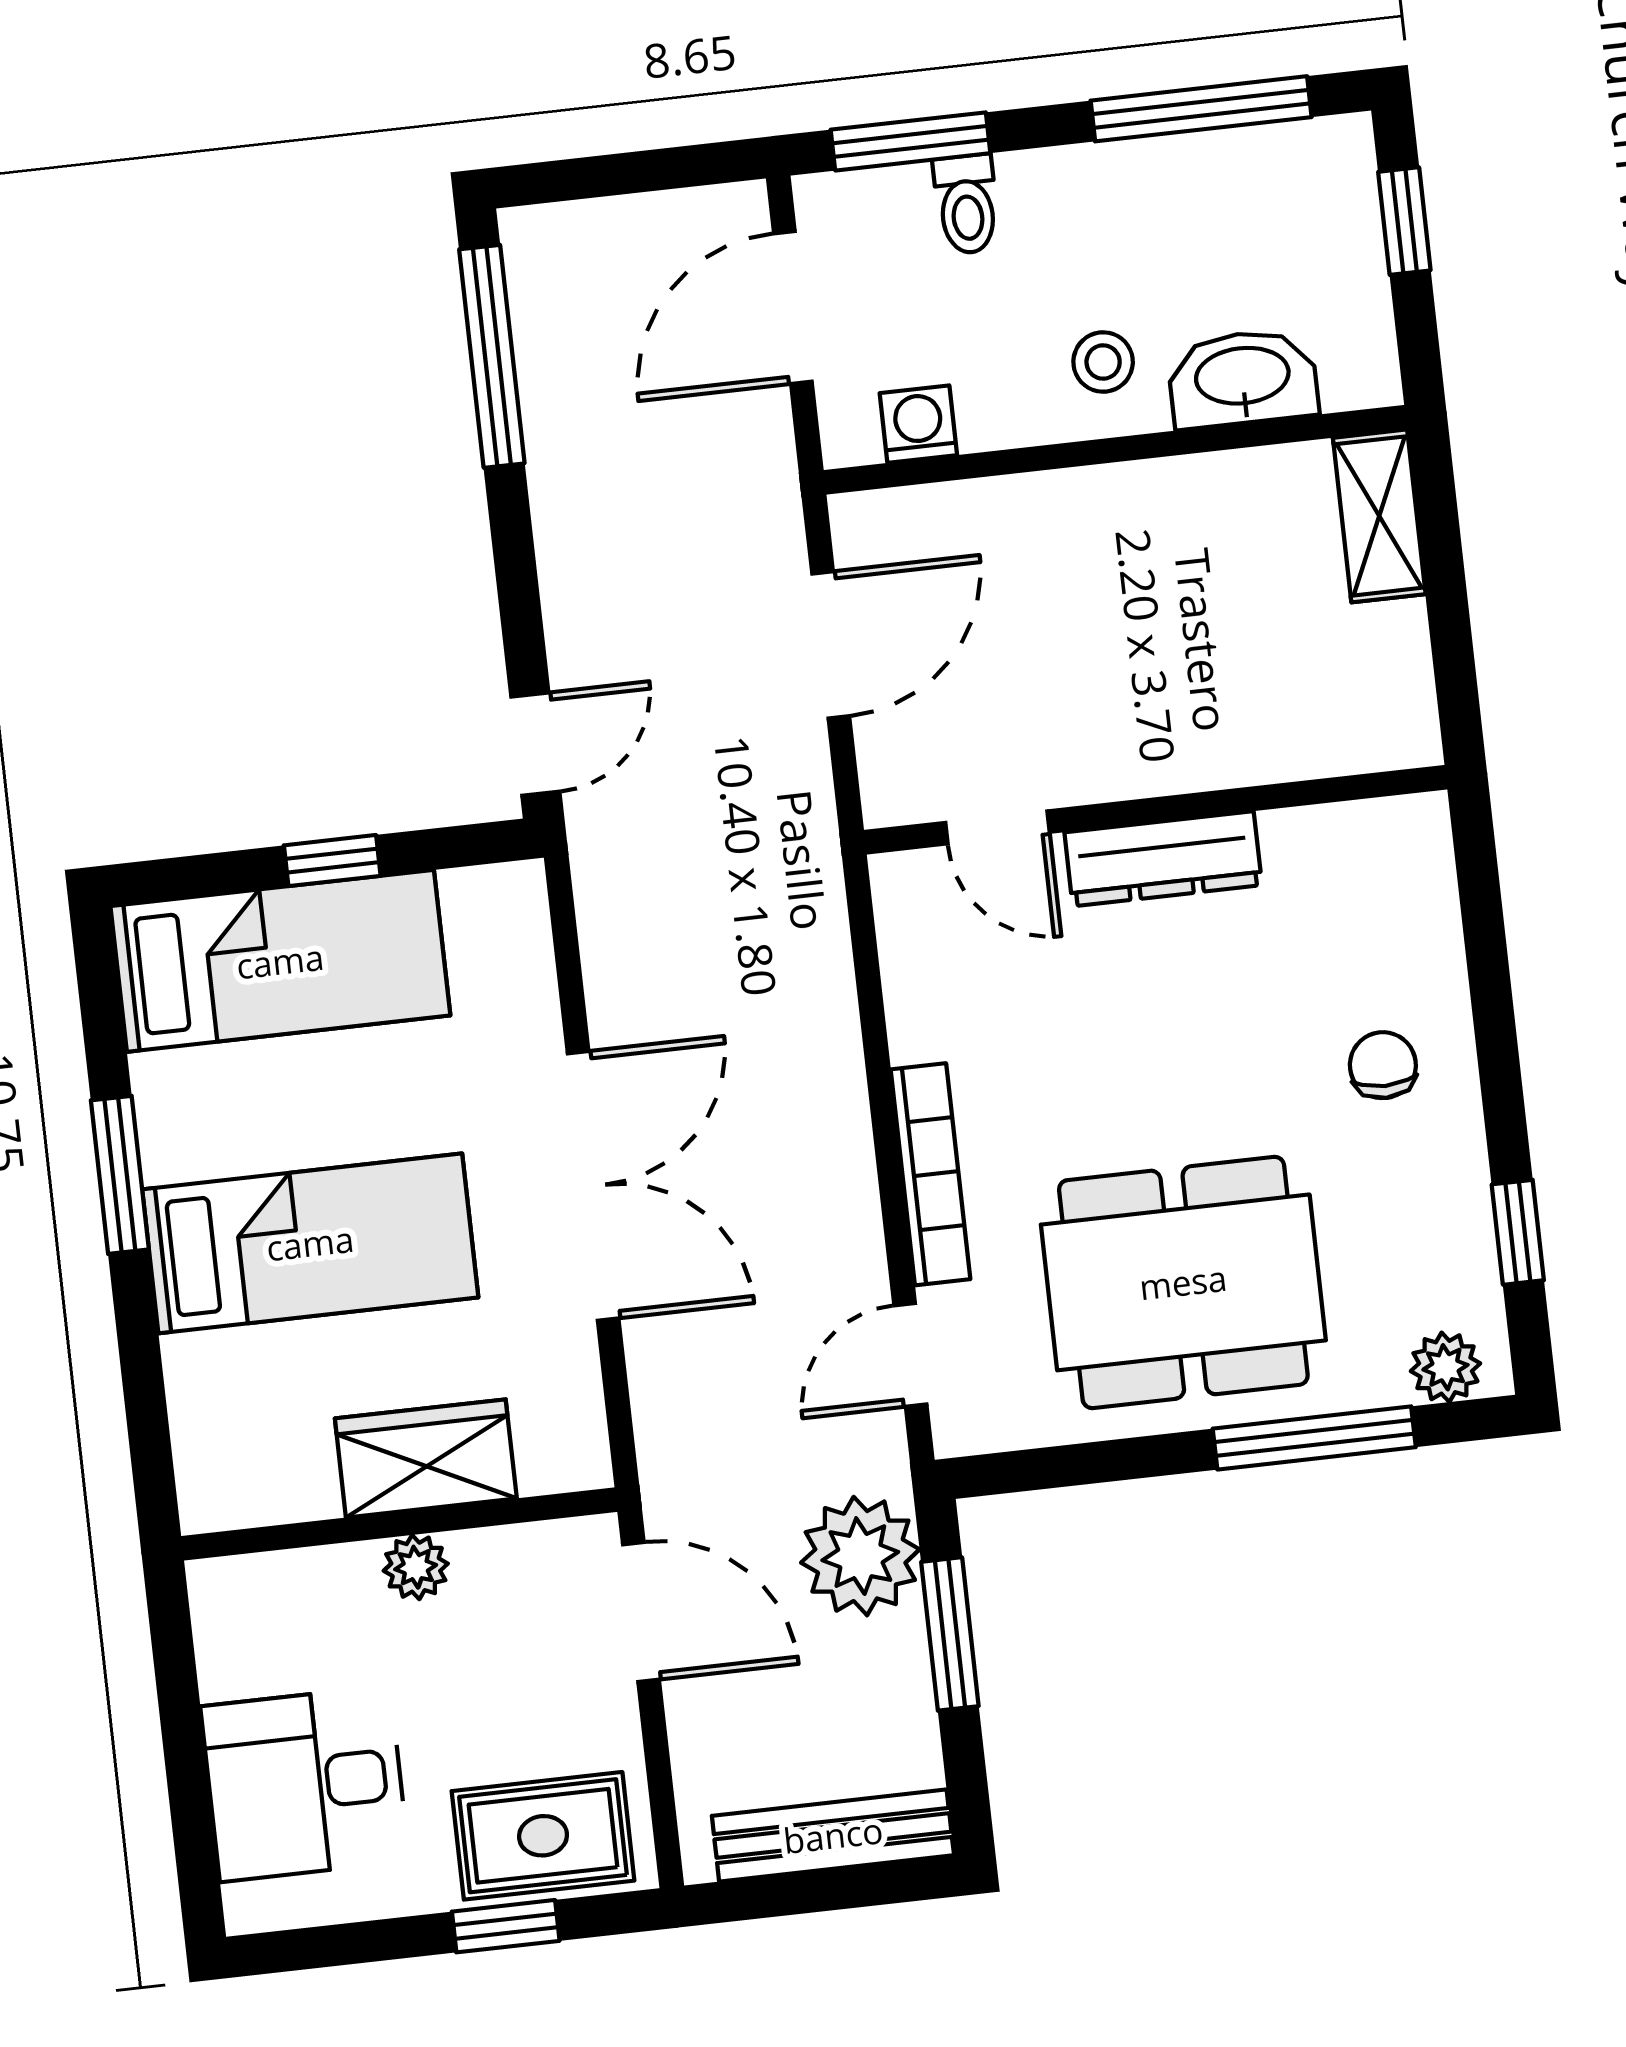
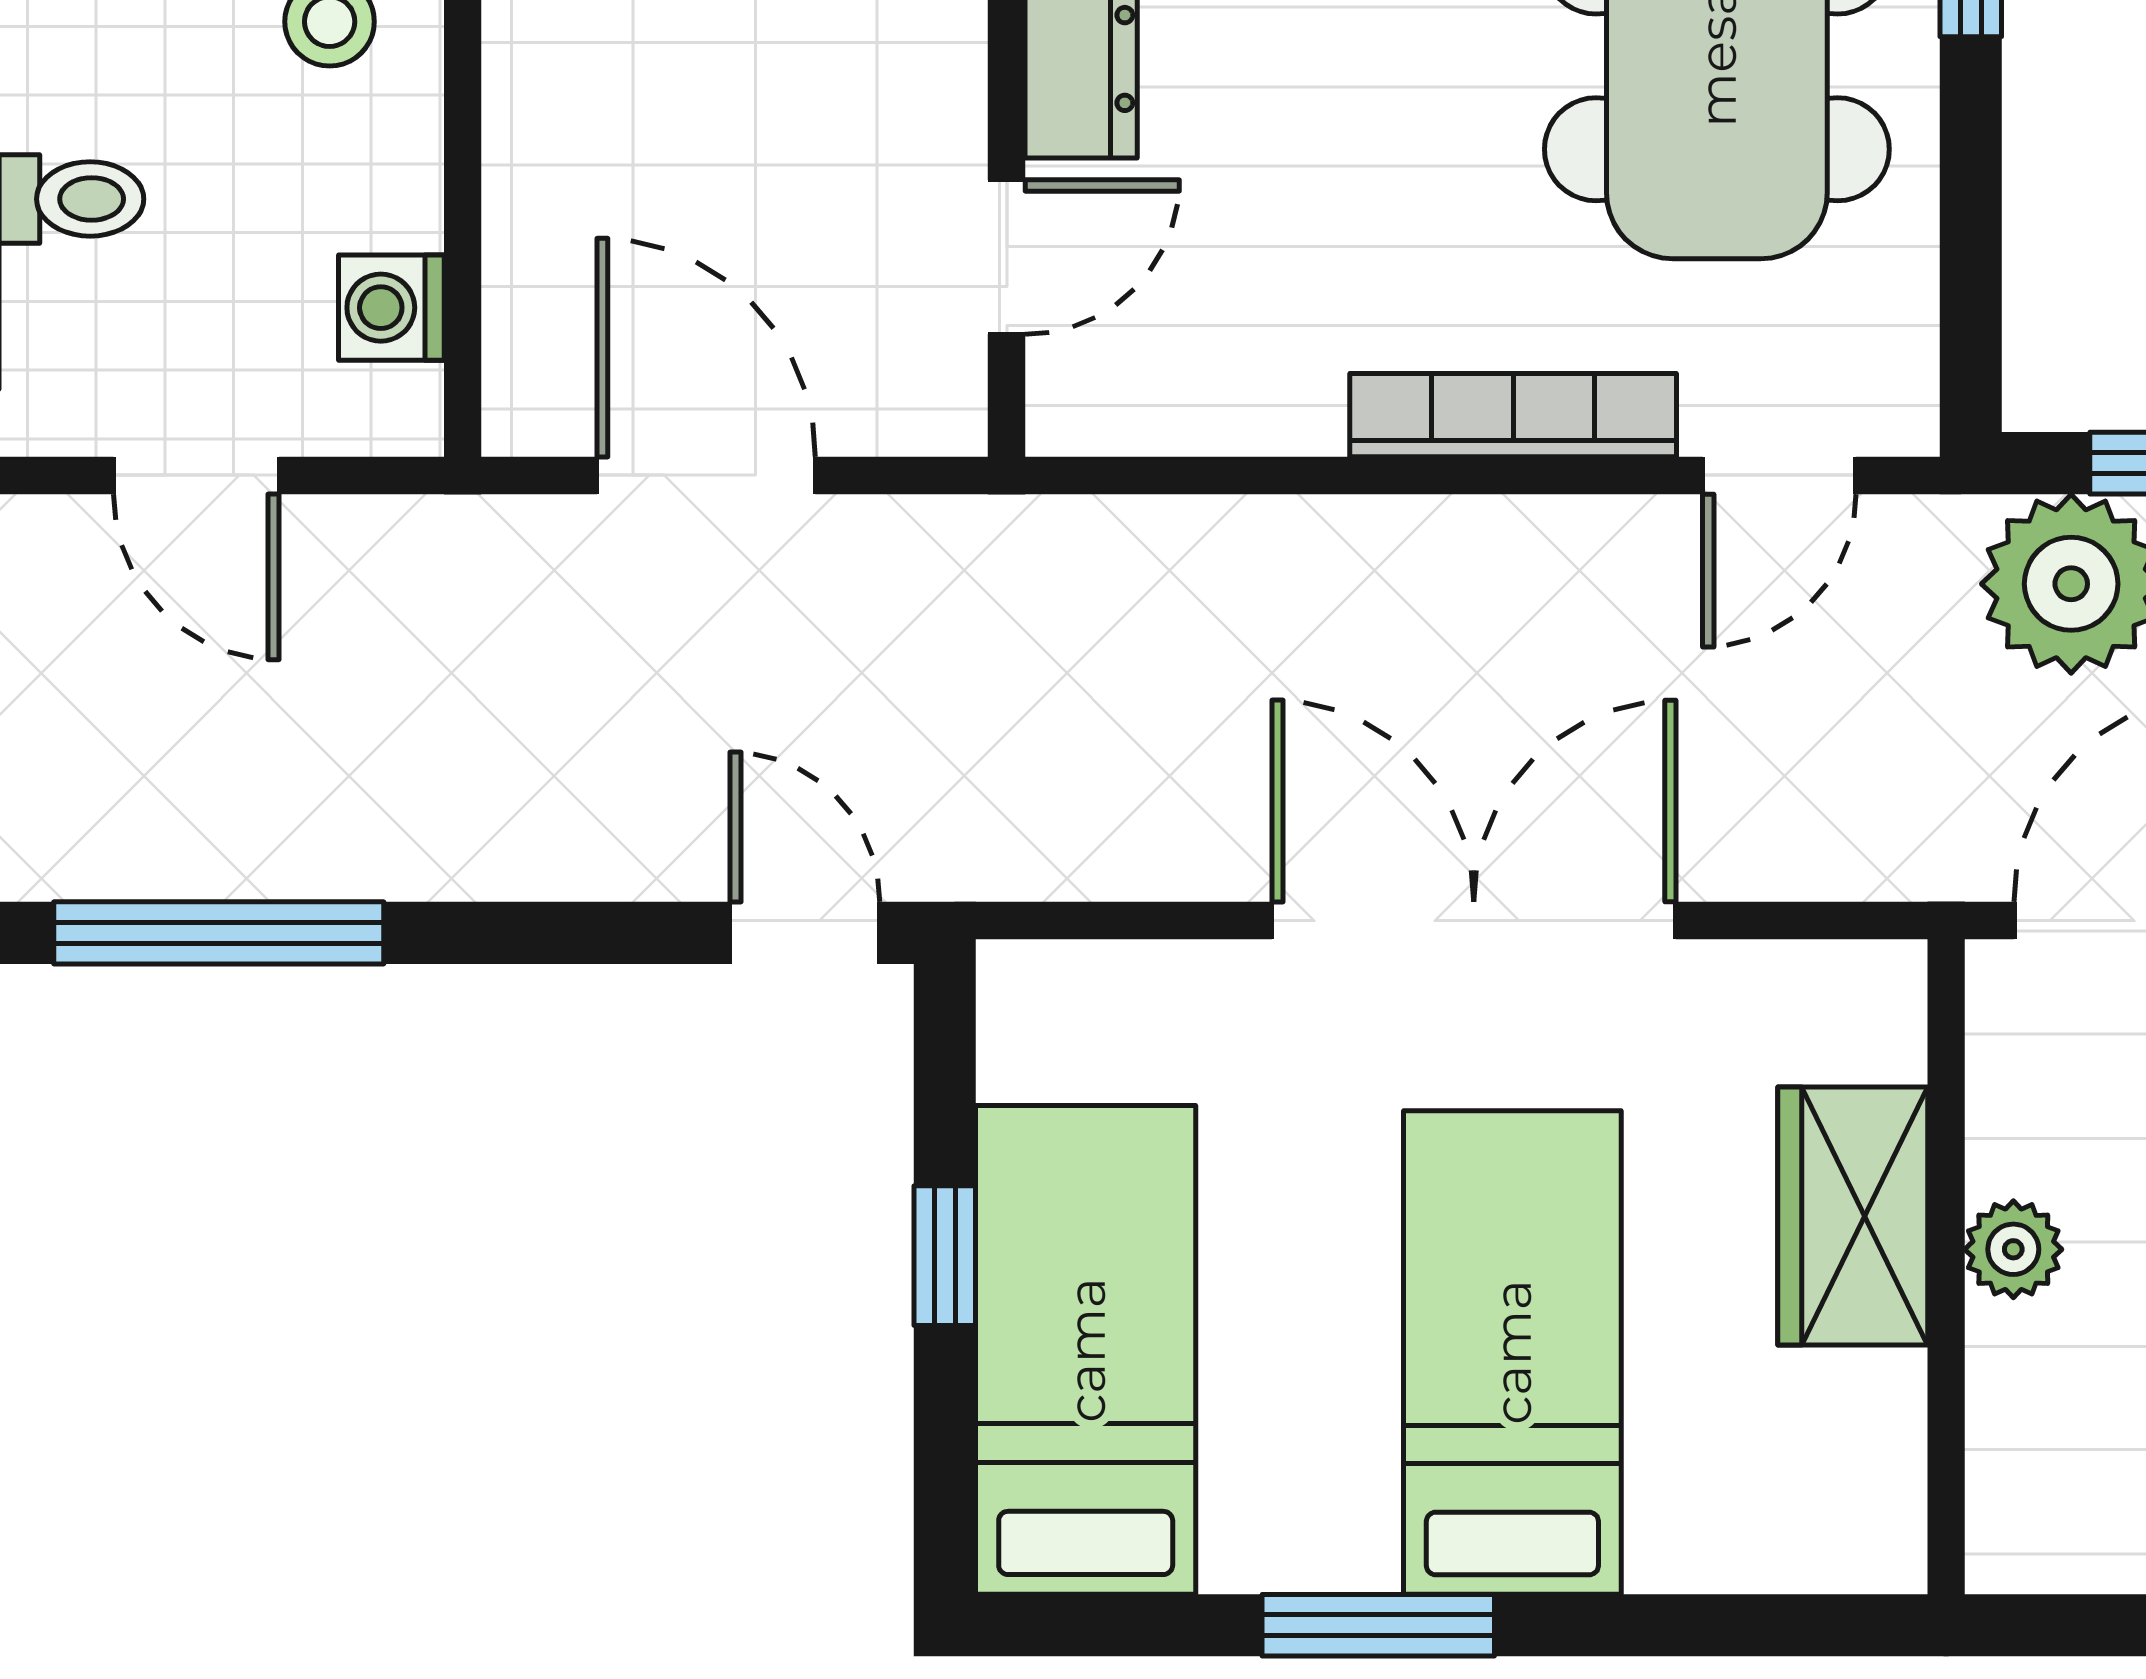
door: (793, 307) -> (196, 475), width x0.73
door: (910, 1355) -> (1779, 475), hinge flipped

